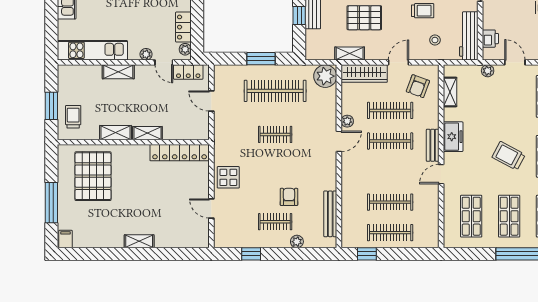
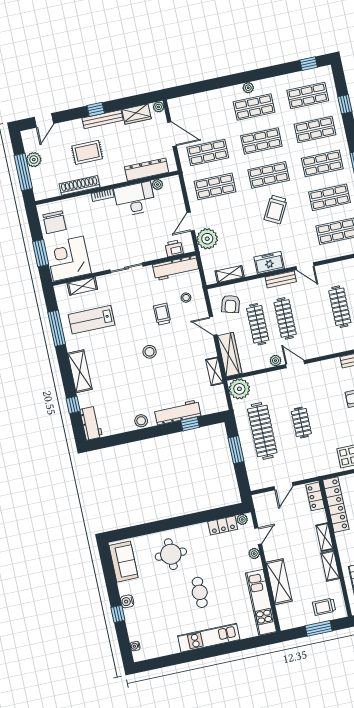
pallet: (364, 18) -> (180, 365), removed
plant: (488, 71) -> (207, 239), width x1.87, depth x1.87
shelving: (118, 72) -> (279, 582), width x1.50, depth x1.33
locker: (188, 72) -> (315, 496), moved, turned 180
armchair: (418, 86) -> (231, 304), turned 86

